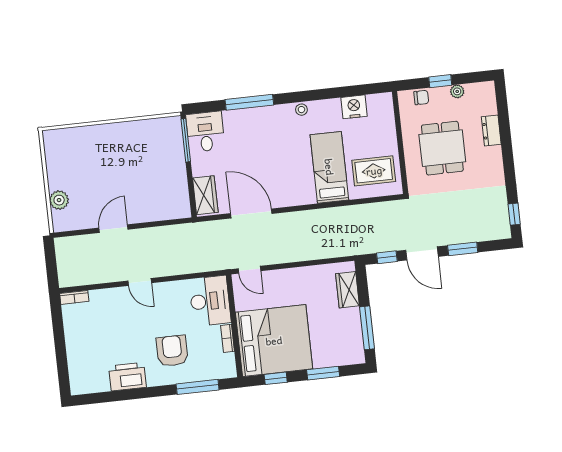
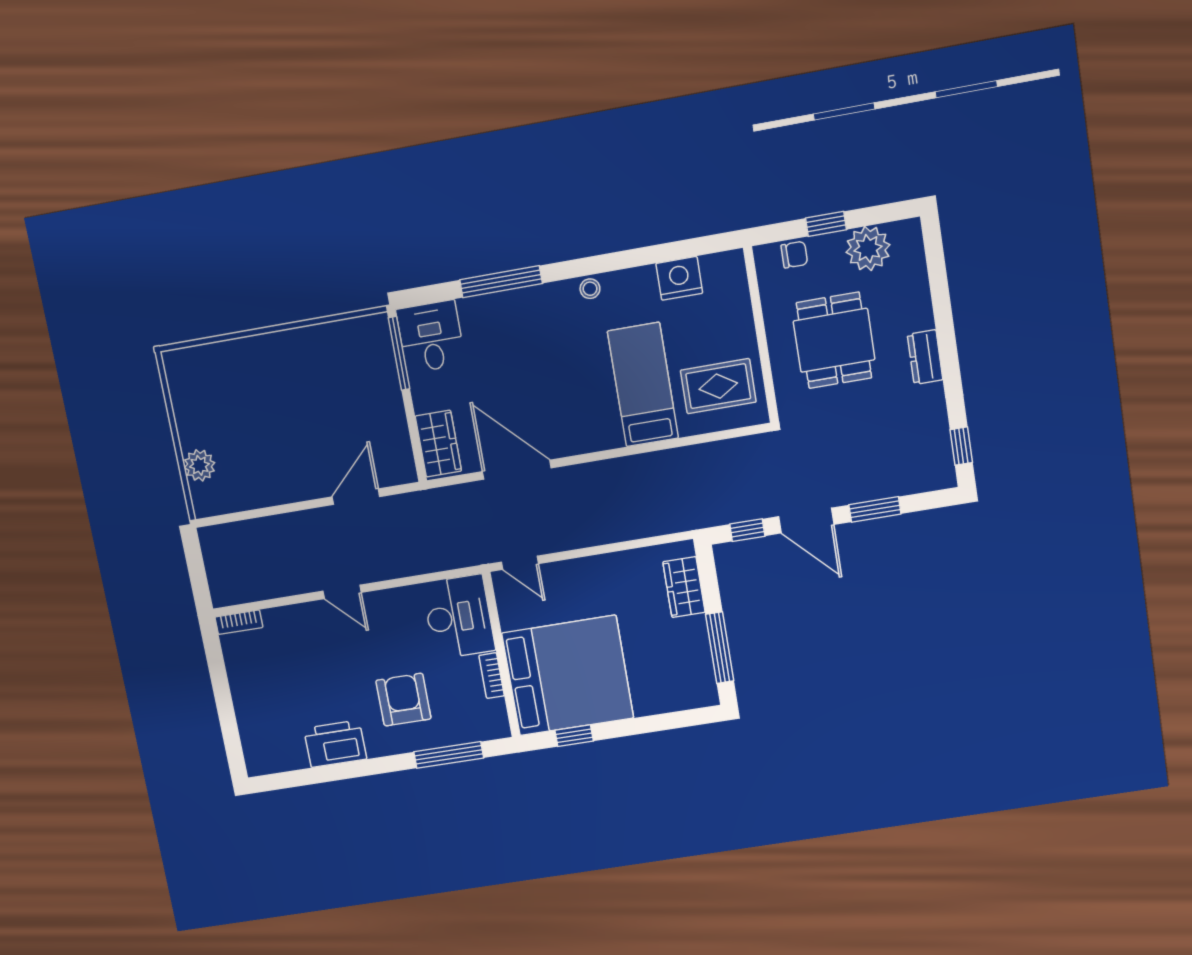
plant: (457, 91) -> (868, 249), width x1.88, depth x1.88
dresser: (491, 131) -> (925, 357), moved
door: (113, 229) -> (356, 497), moved
window: (323, 373) -> (651, 724), removed

